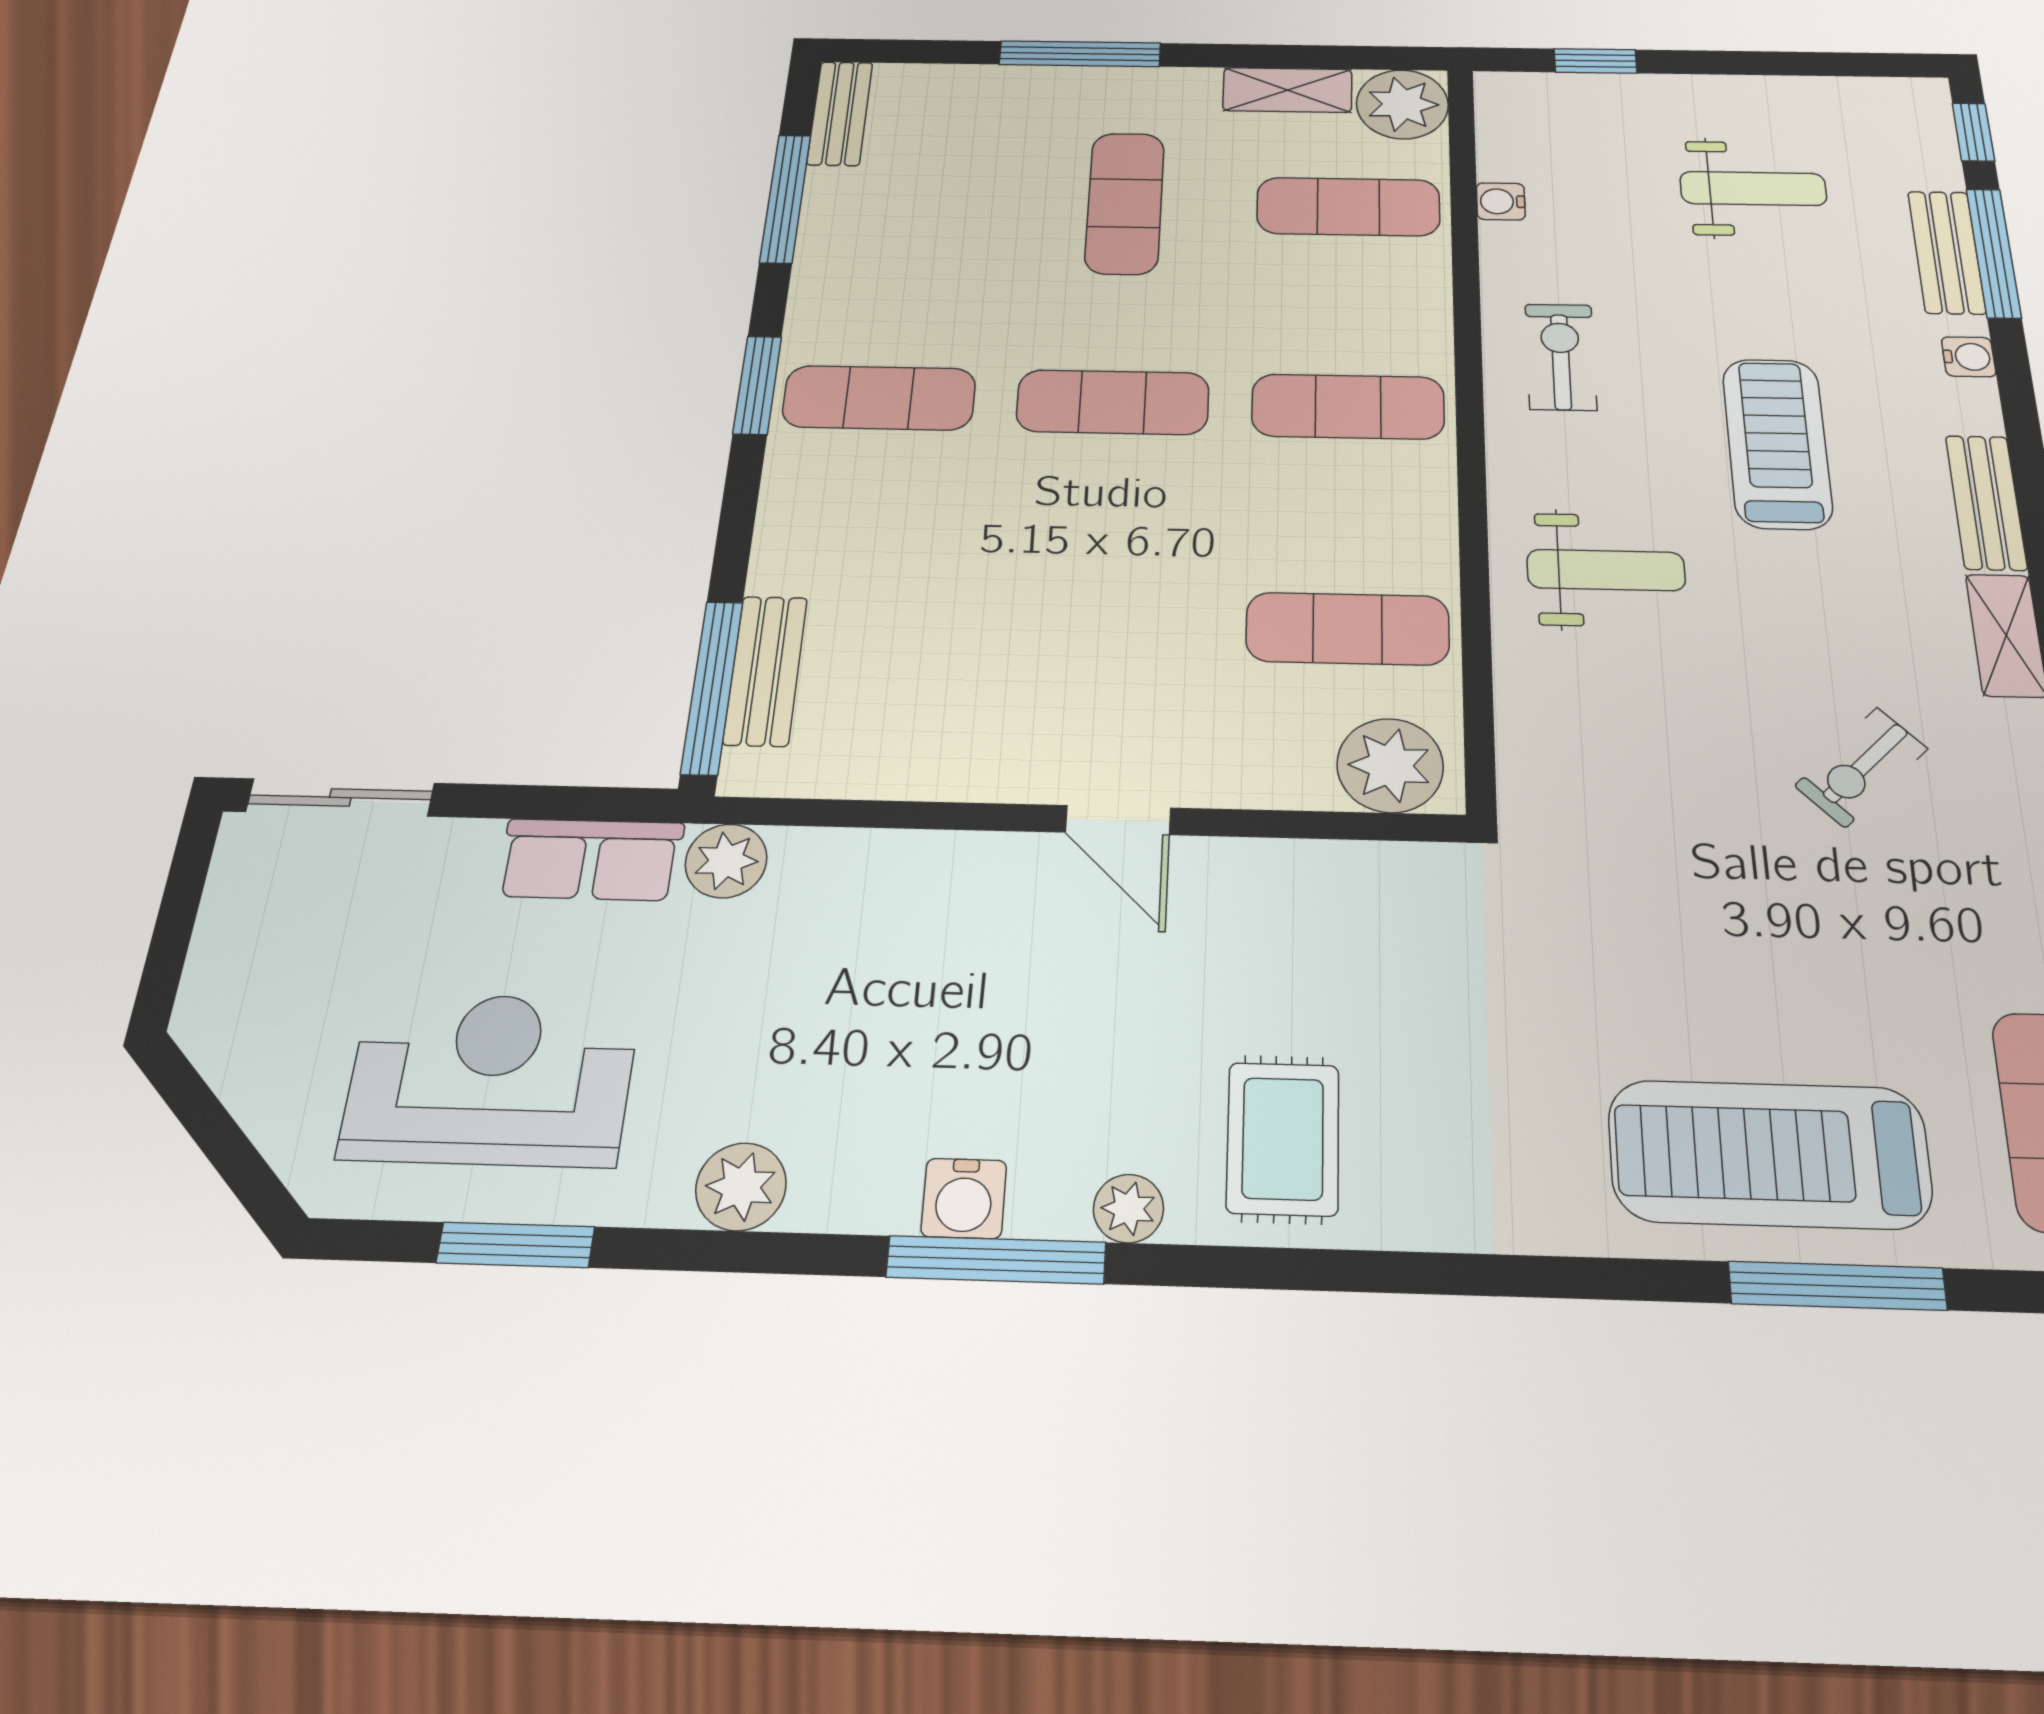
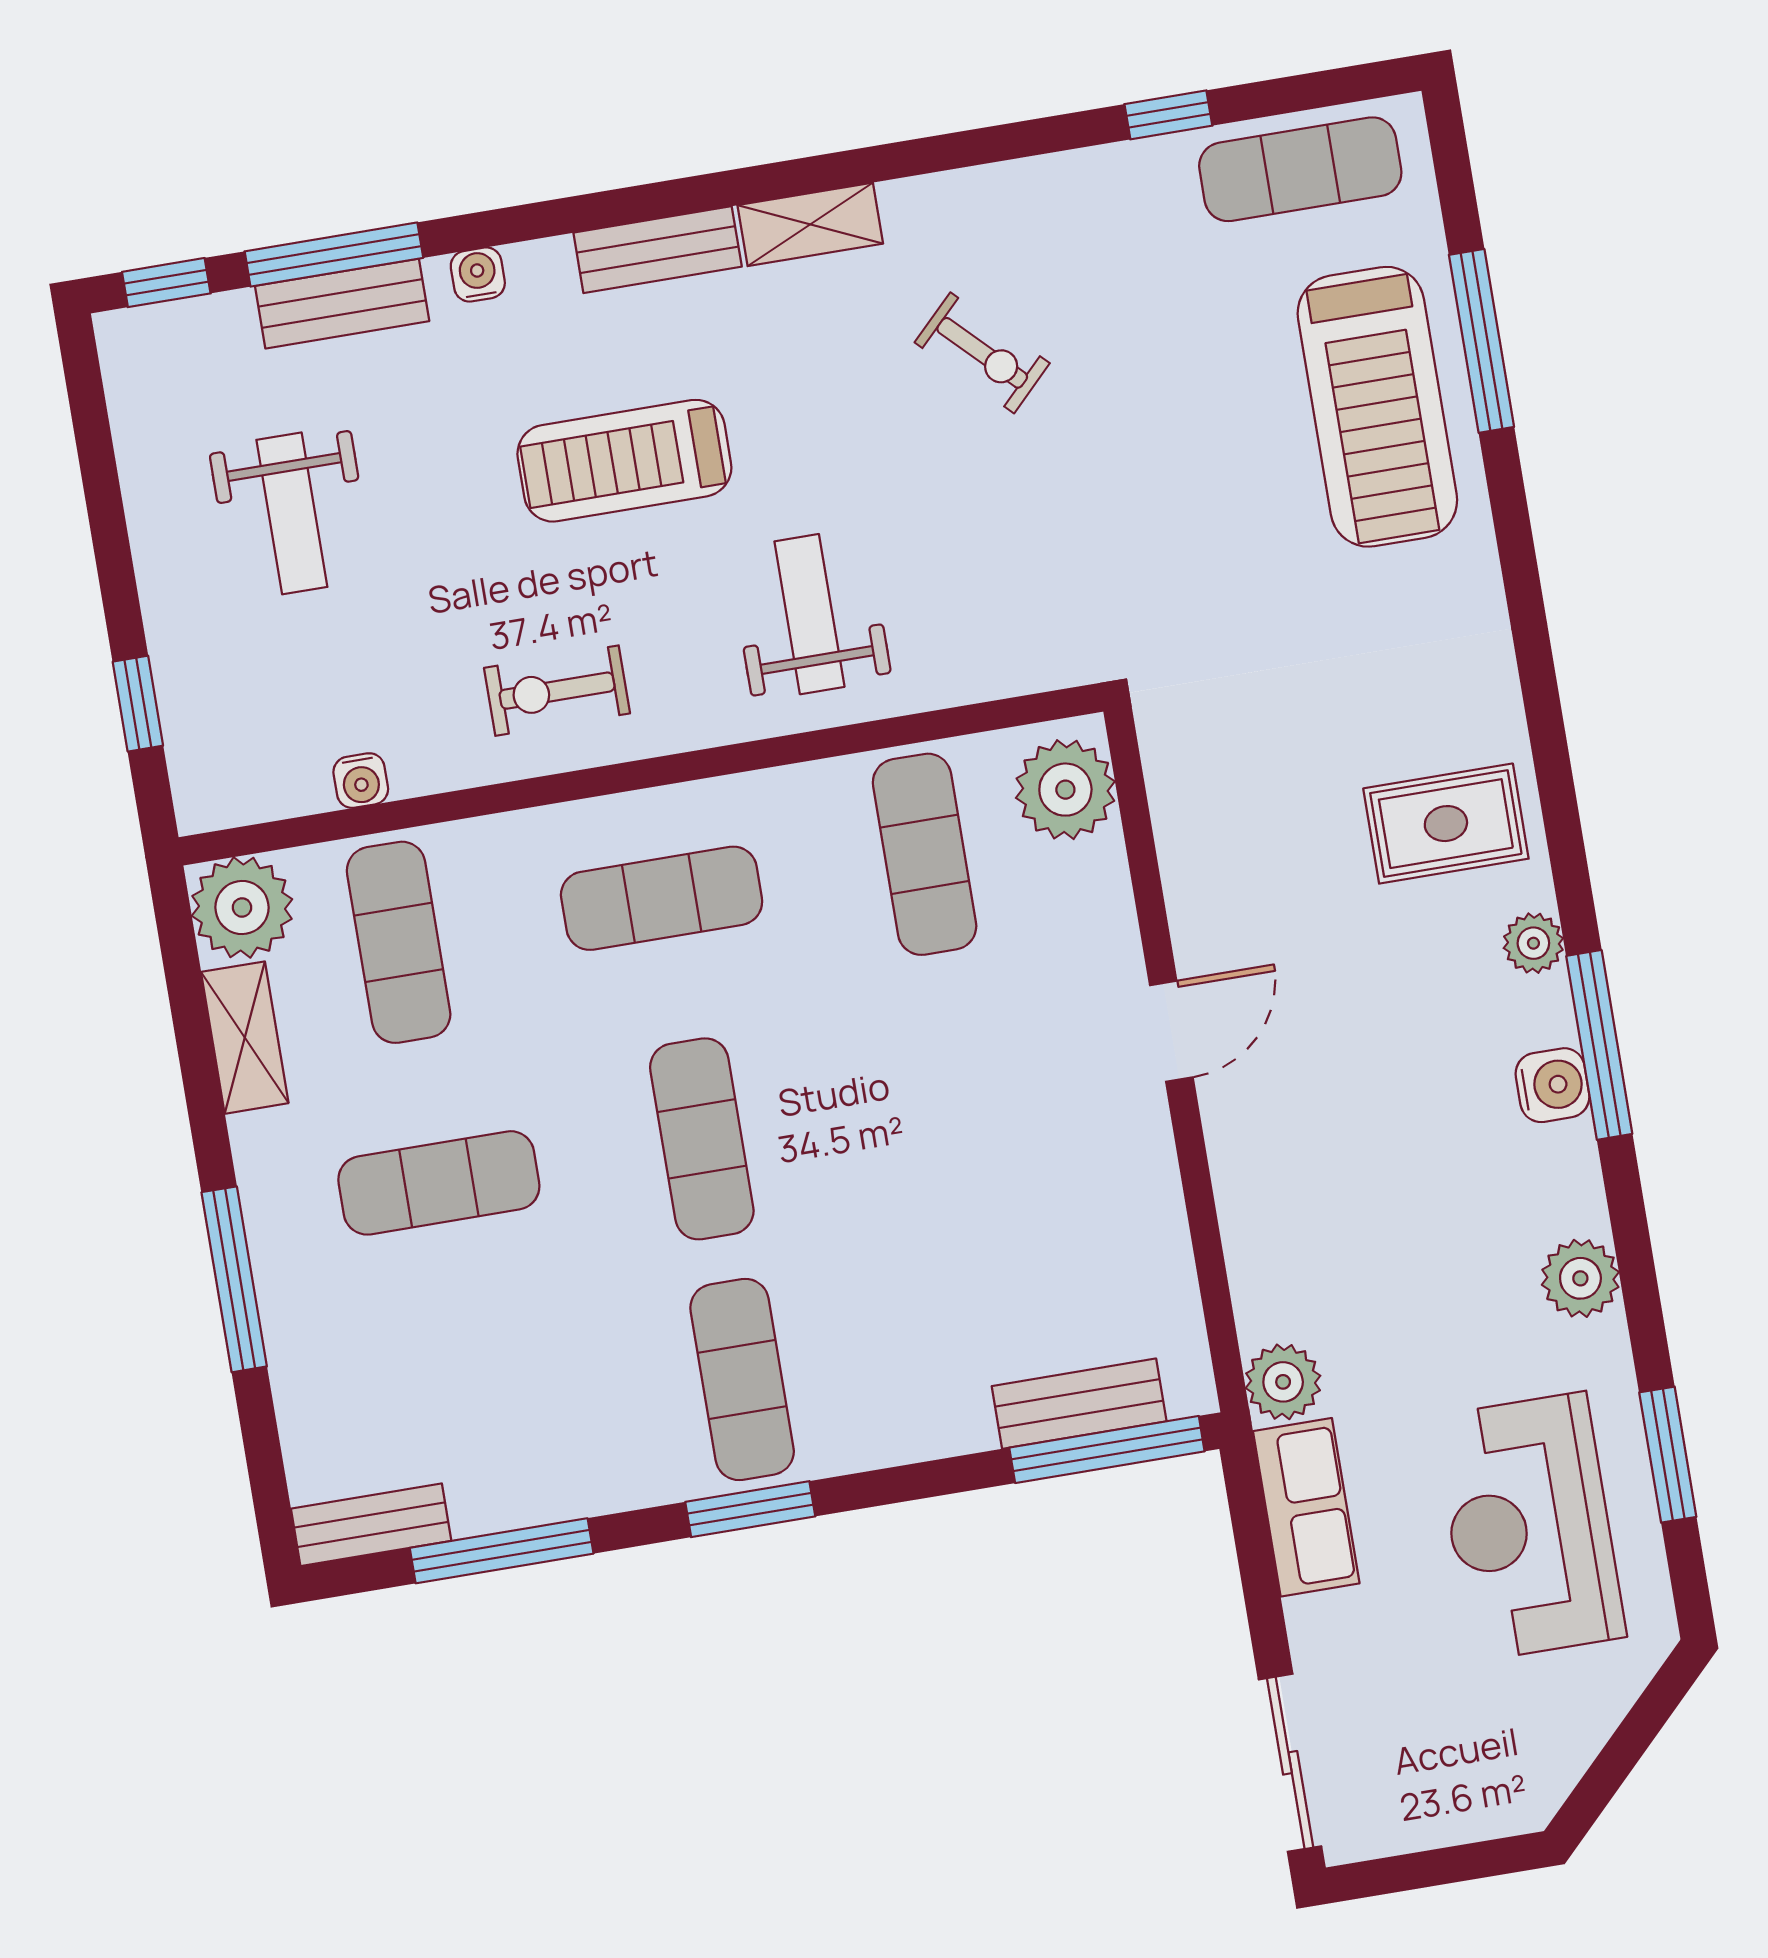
weight bench: (1753, 188) -> (292, 513), turned 180
exercise mat: (1348, 407) -> (662, 898), turned 90

